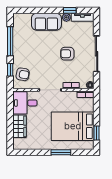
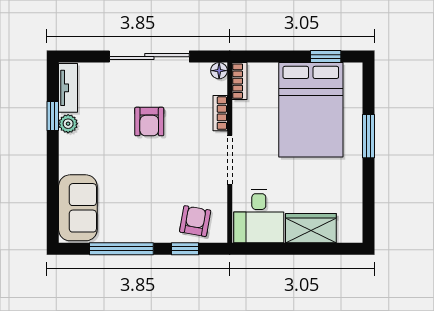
sofa: (46, 22) -> (78, 208), moved

